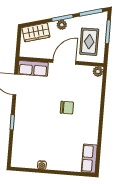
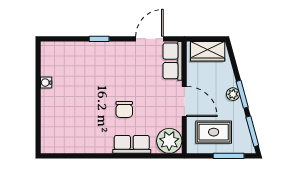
wardrobe: (36, 32) -> (208, 51), moved, turned -75
plant: (98, 72) -> (169, 141), width x1.88, depth x1.88
row of seats: (89, 159) -> (132, 144), moved

